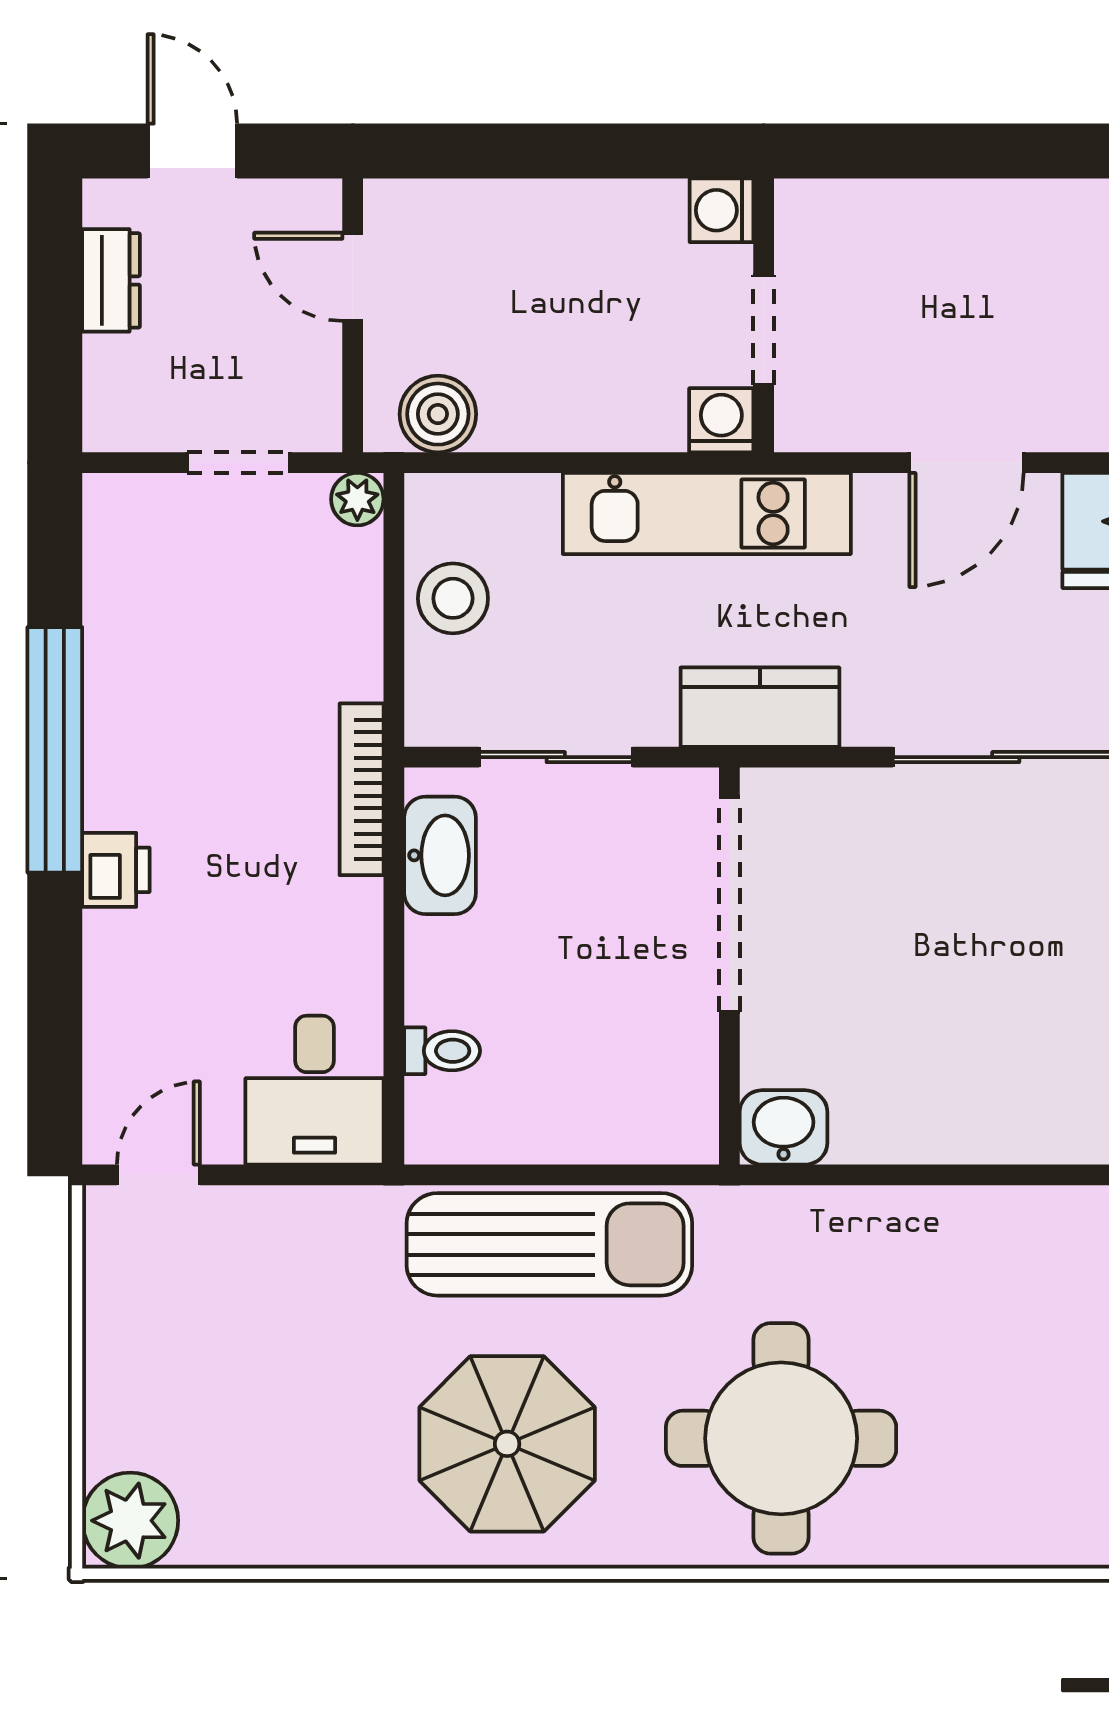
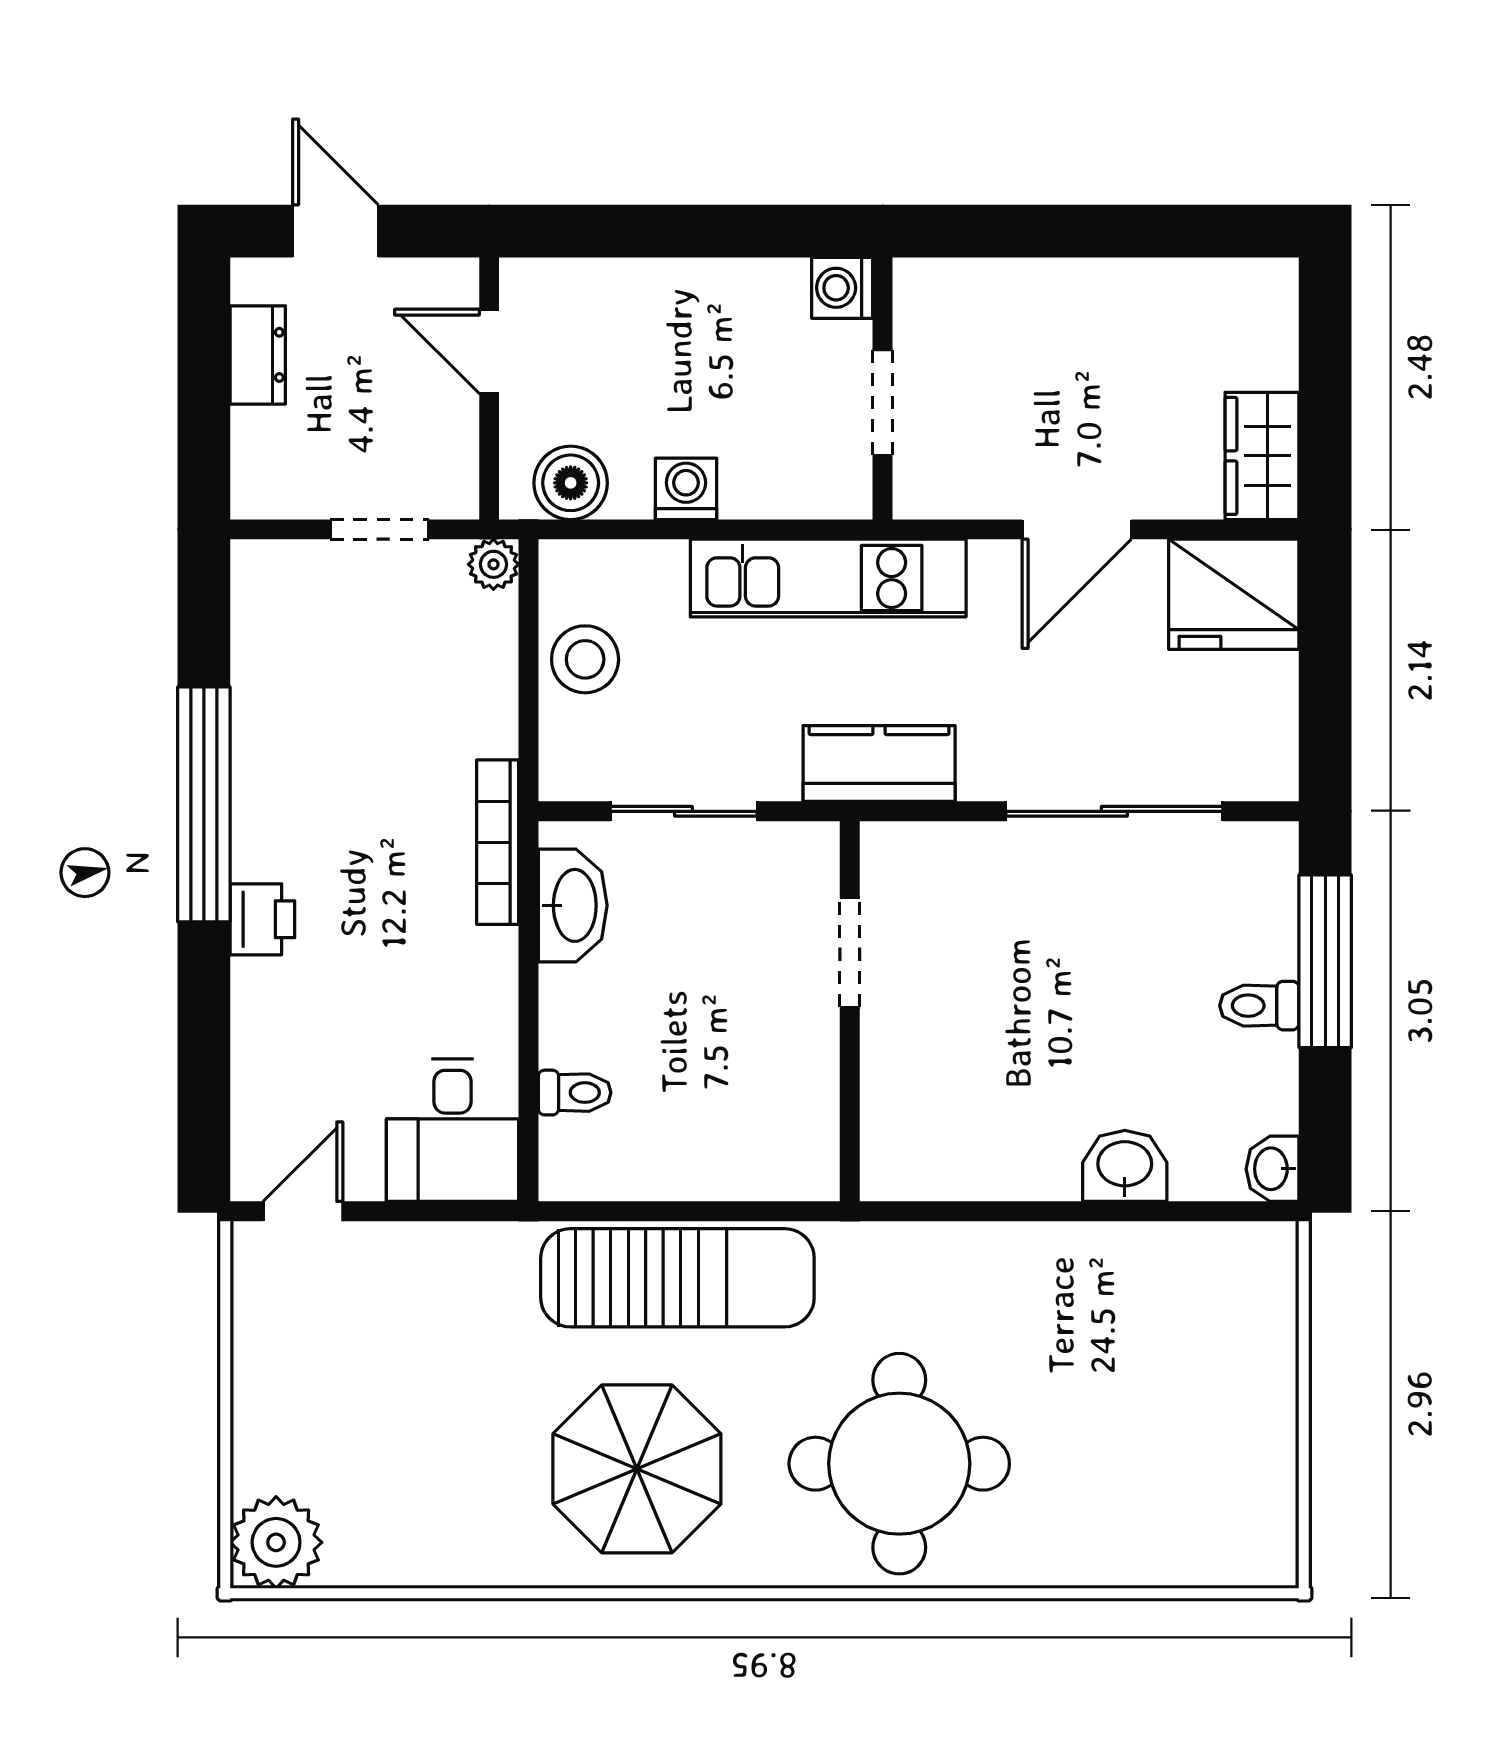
washing machine: (721, 420) -> (686, 489), moved
doorway: (729, 904) -> (850, 952), width x0.53
washbasin: (784, 1127) -> (1125, 1166), moved

